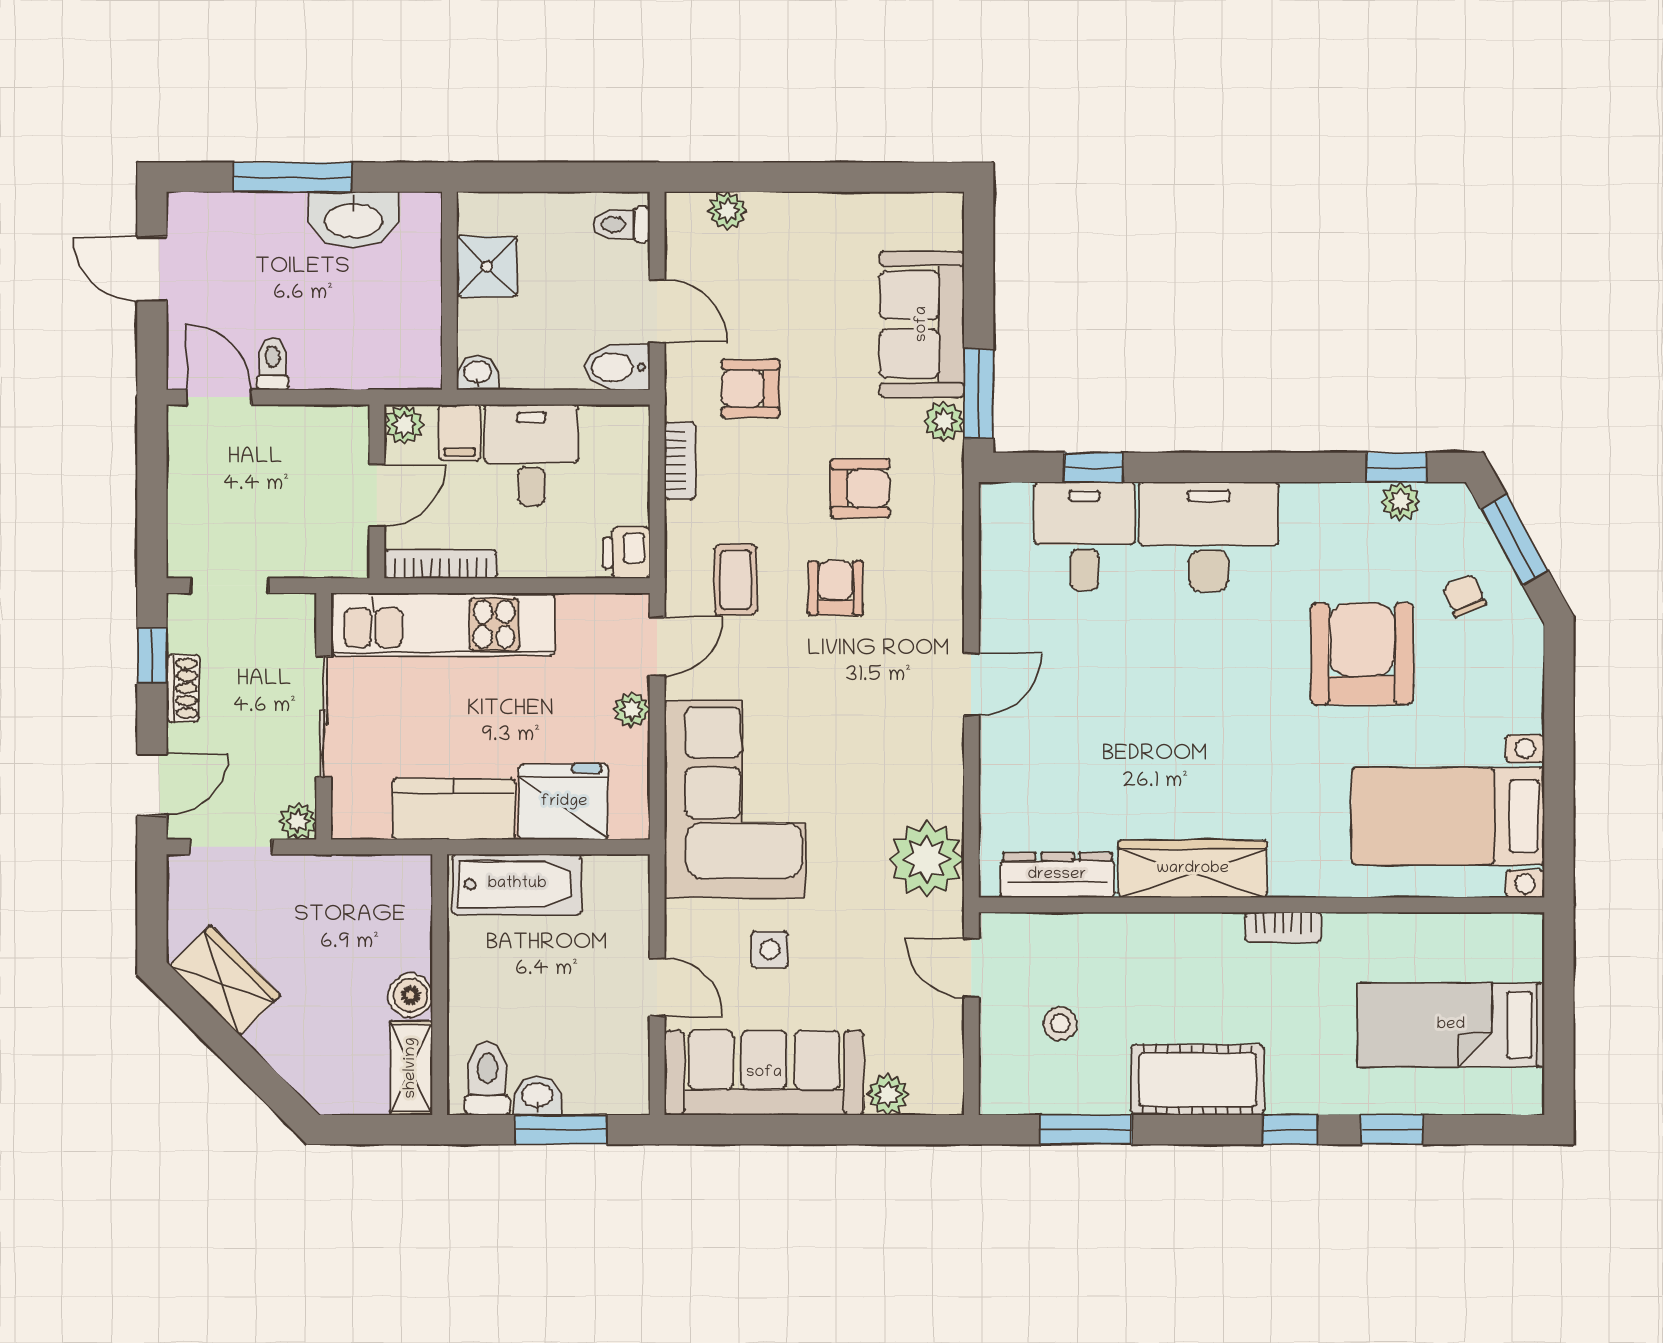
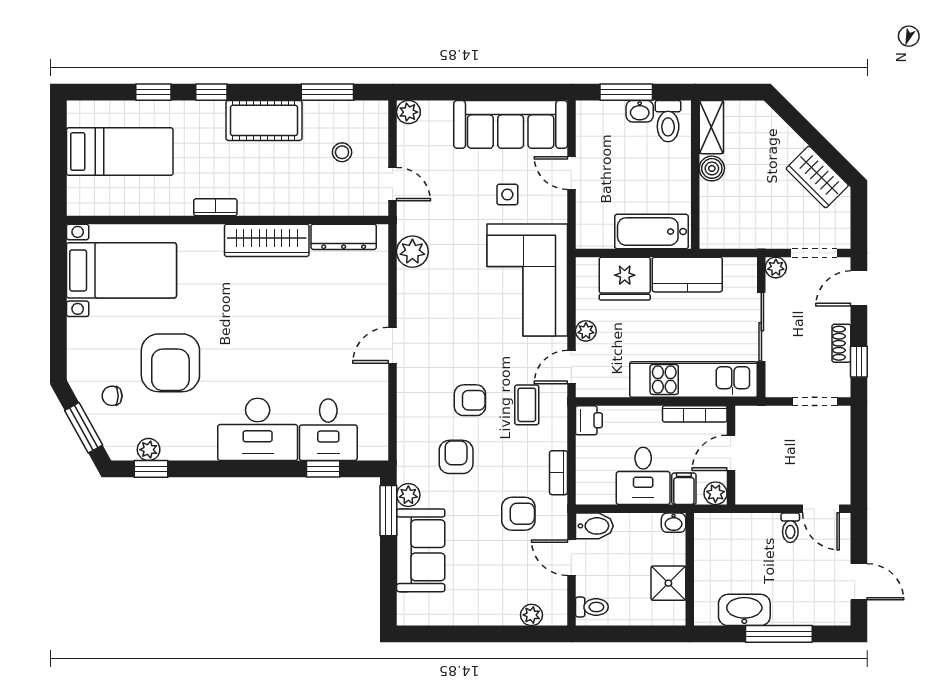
armchair: (860, 488) -> (456, 457), turned 90
armchair: (836, 588) -> (470, 400), turned -90
chair: (1464, 596) -> (112, 396), turned 113
plant: (927, 859) -> (412, 252), width x0.73, depth x0.73
plant: (888, 1094) -> (408, 112), moved

